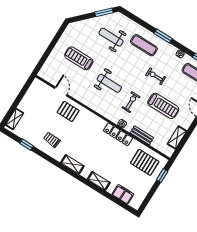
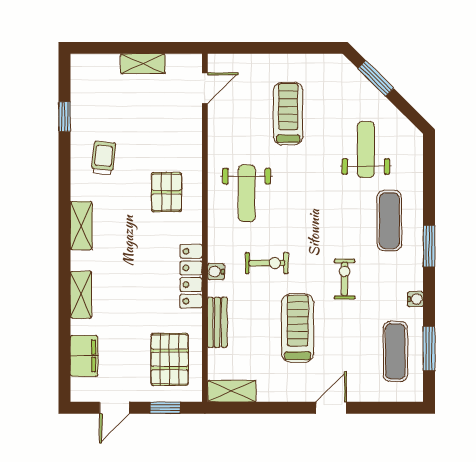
window: (104, 12) -> (376, 78), moved
weight bench: (109, 83) -> (247, 193), moved
door: (61, 91) -> (205, 88), moved
treadmill: (163, 106) -> (298, 328), turned 180
pallet: (68, 111) -> (167, 192), moved
shelving: (15, 119) -> (143, 64), moved
shelving: (177, 138) -> (232, 391), moved
door: (150, 195) -> (114, 408), added

